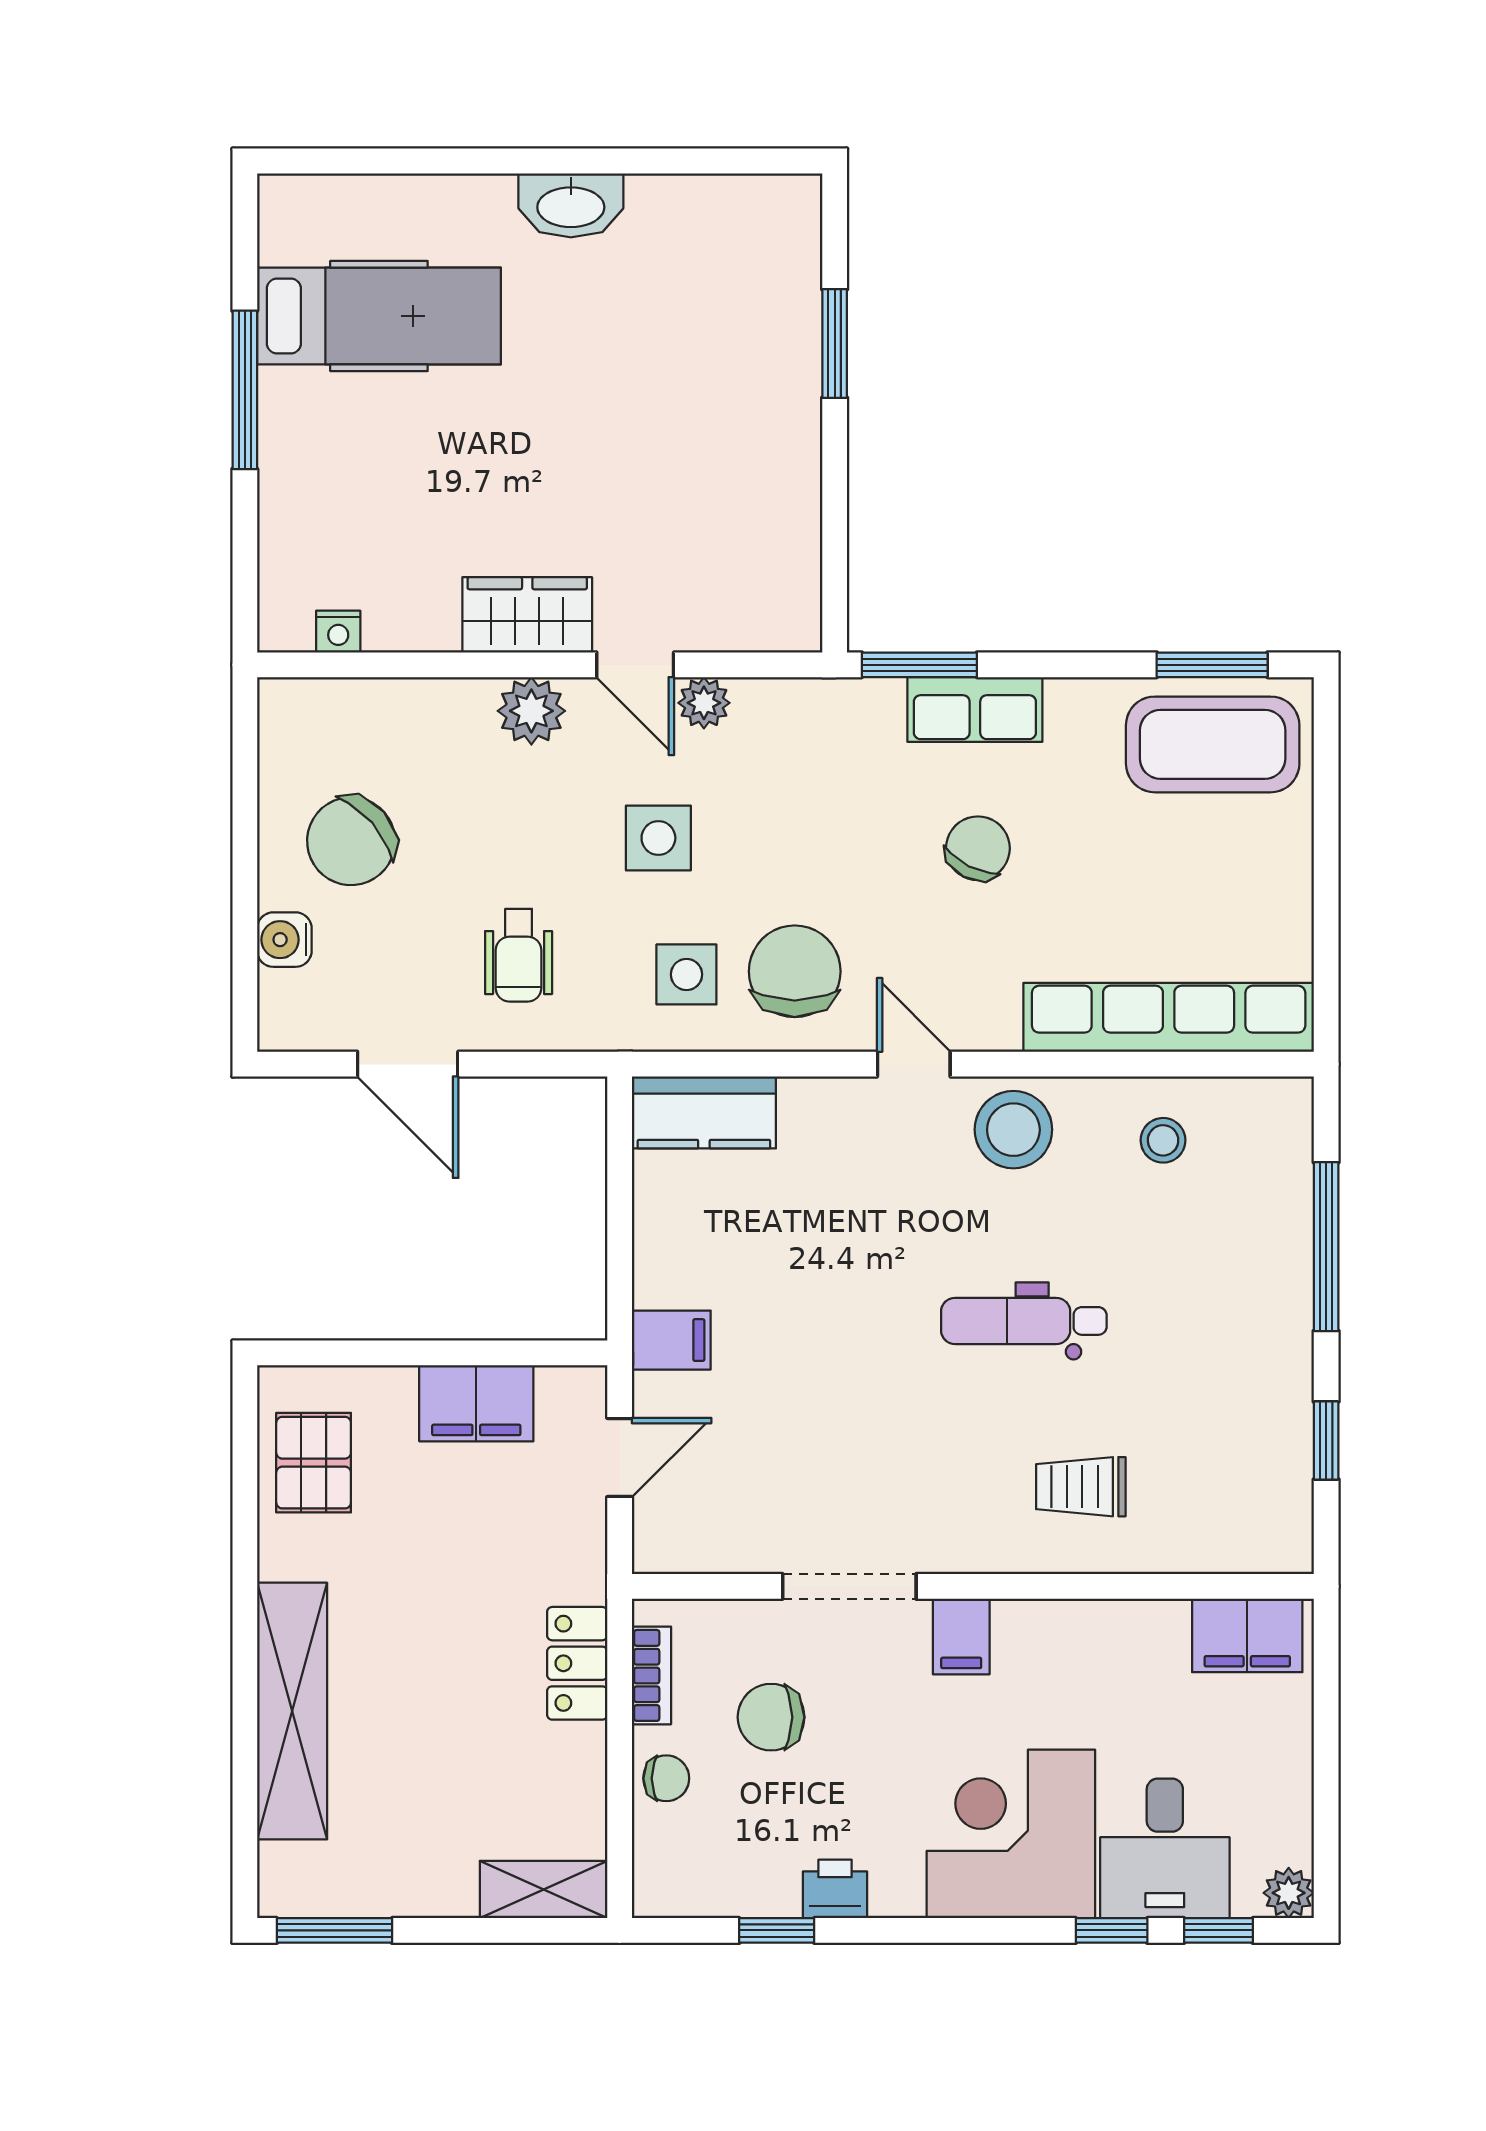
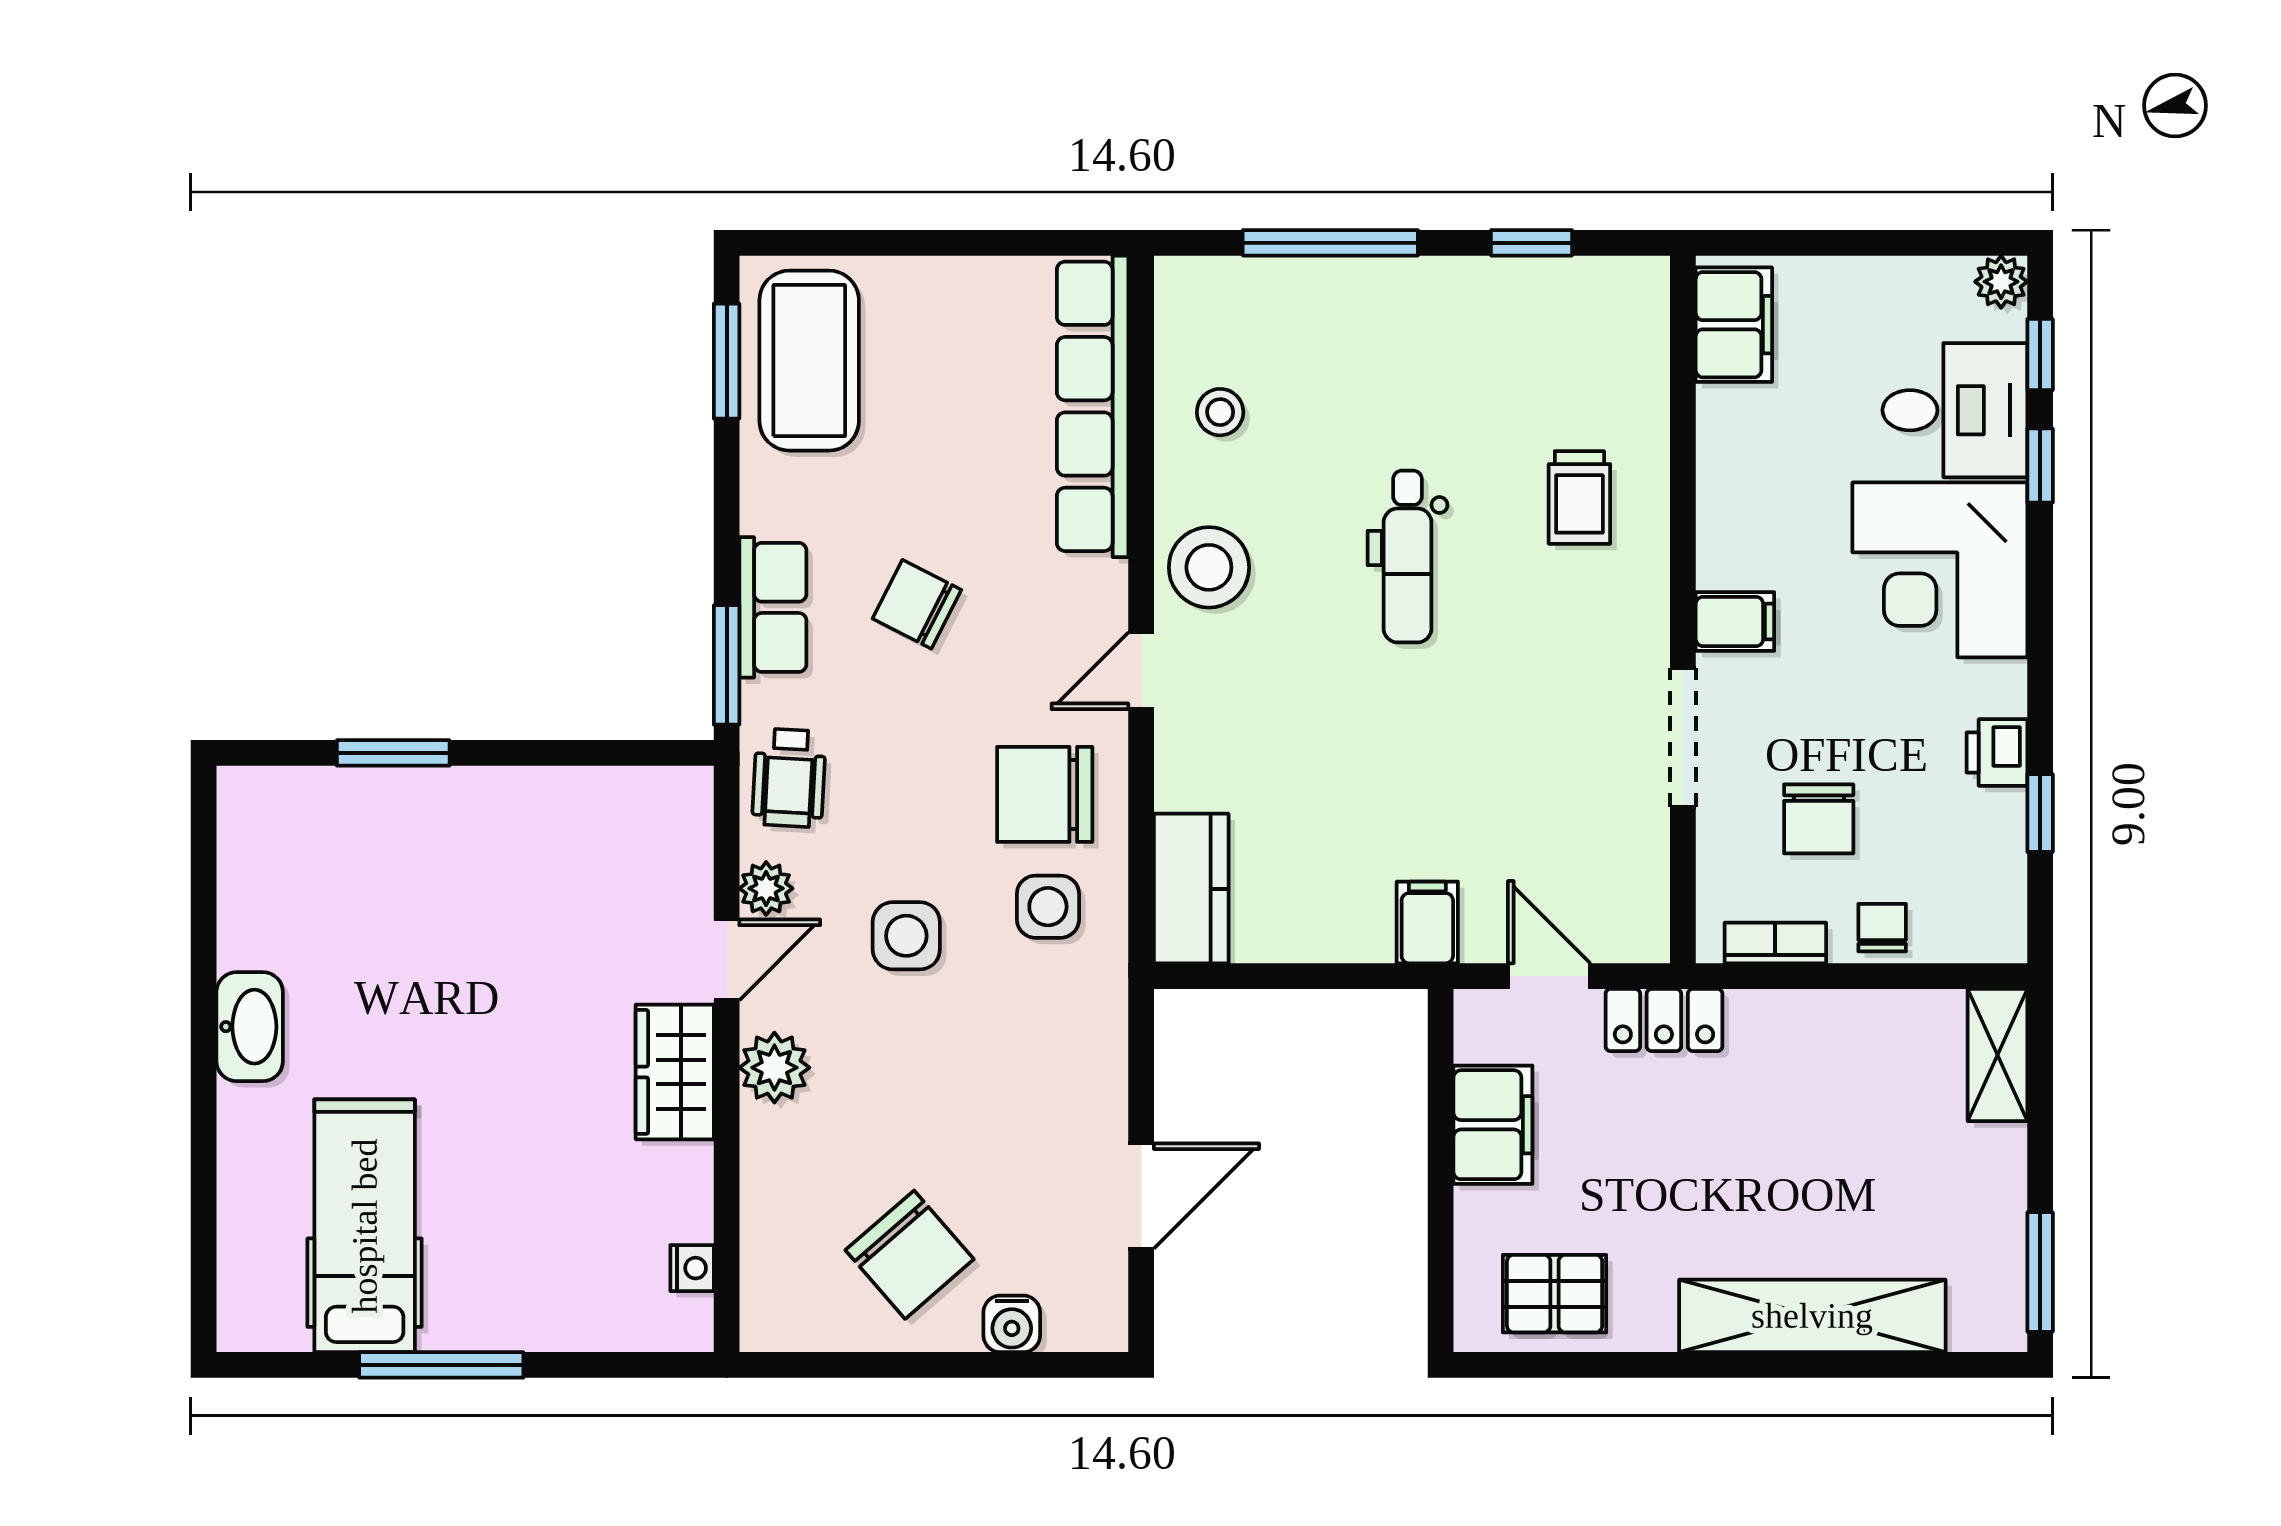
wheelchair: (519, 955) -> (789, 778), moved, turned 93
locker: (577, 1663) -> (1664, 1020), moved

